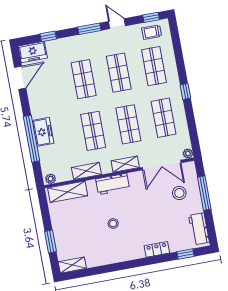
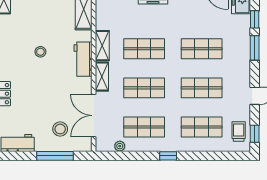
window: (89, 29) -> (255, 48), moved
plant: (188, 154) -> (120, 146), moved
shelving: (86, 171) -> (102, 46), moved

